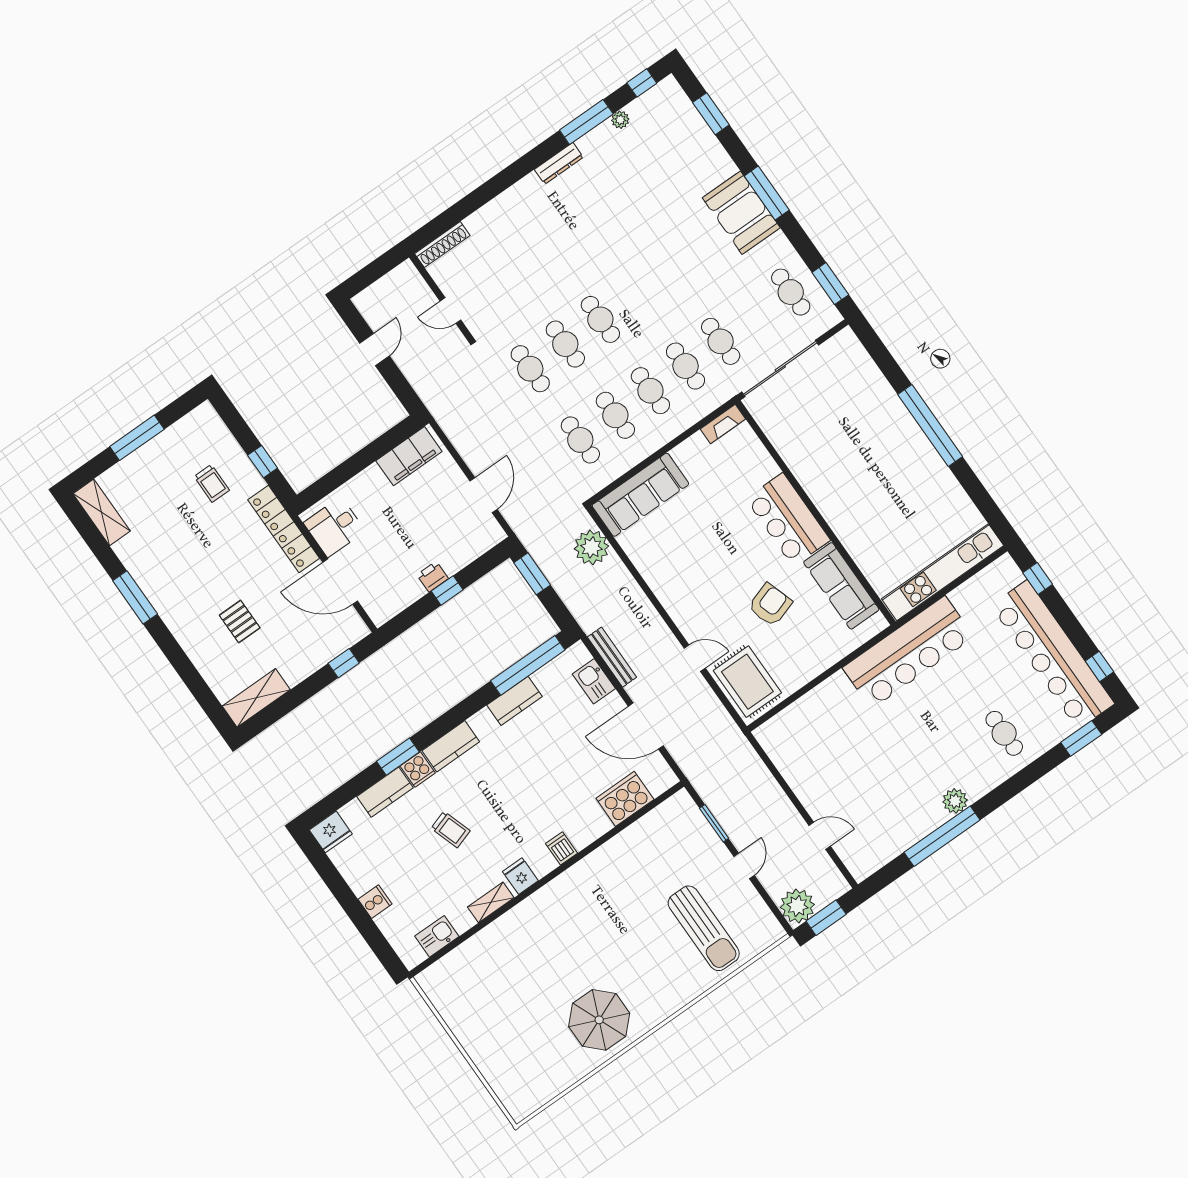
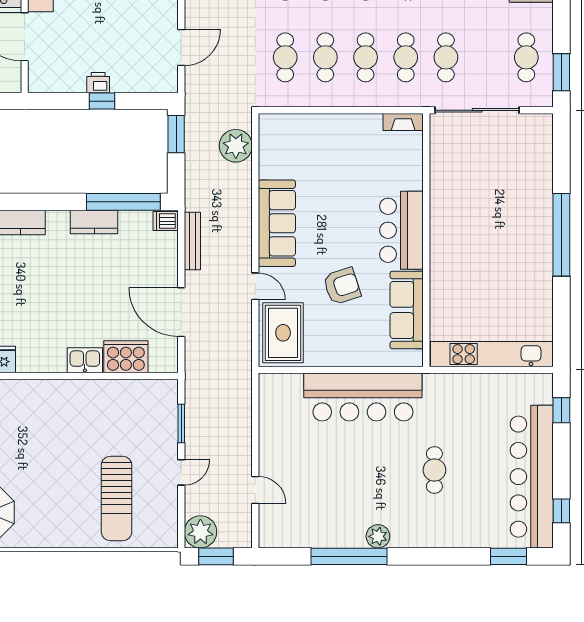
sofa: (640, 495) -> (277, 223), moved, turned -90
bar counter: (908, 652) -> (363, 397), moved
kitchen sink: (594, 681) -> (85, 360), moved, turned 90
cafe table: (1004, 733) -> (434, 470), moved
dishwasher: (561, 848) -> (166, 221), moved, turned -90

